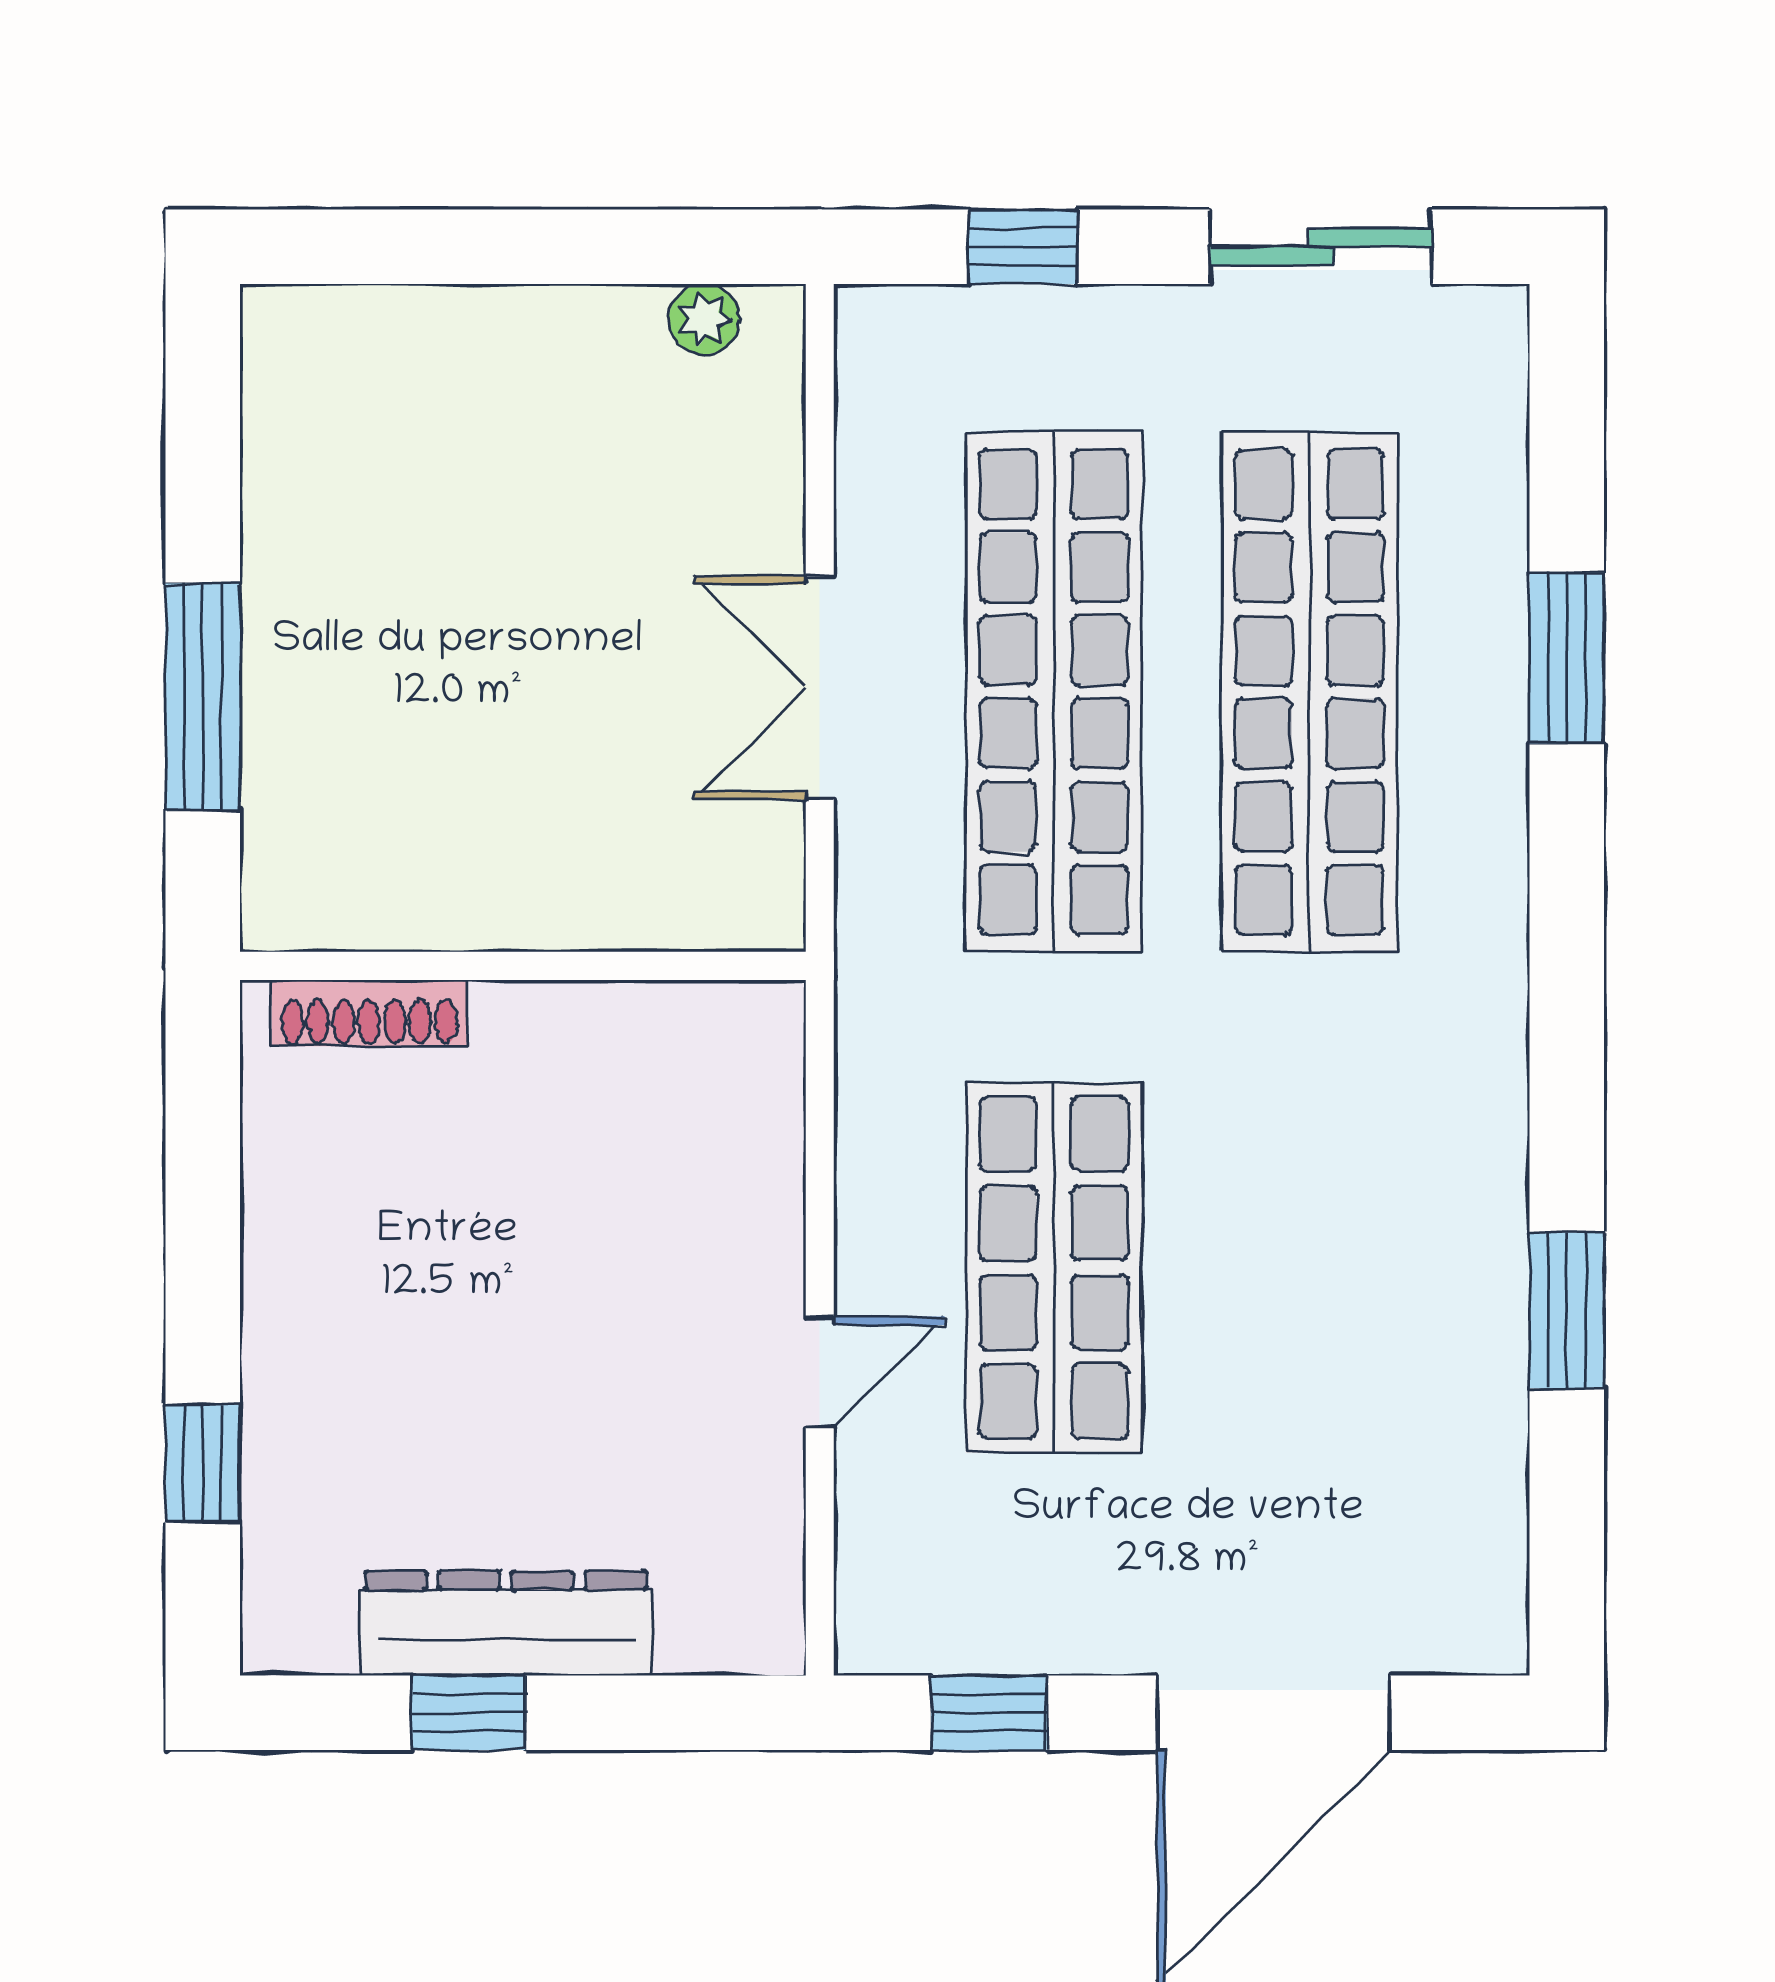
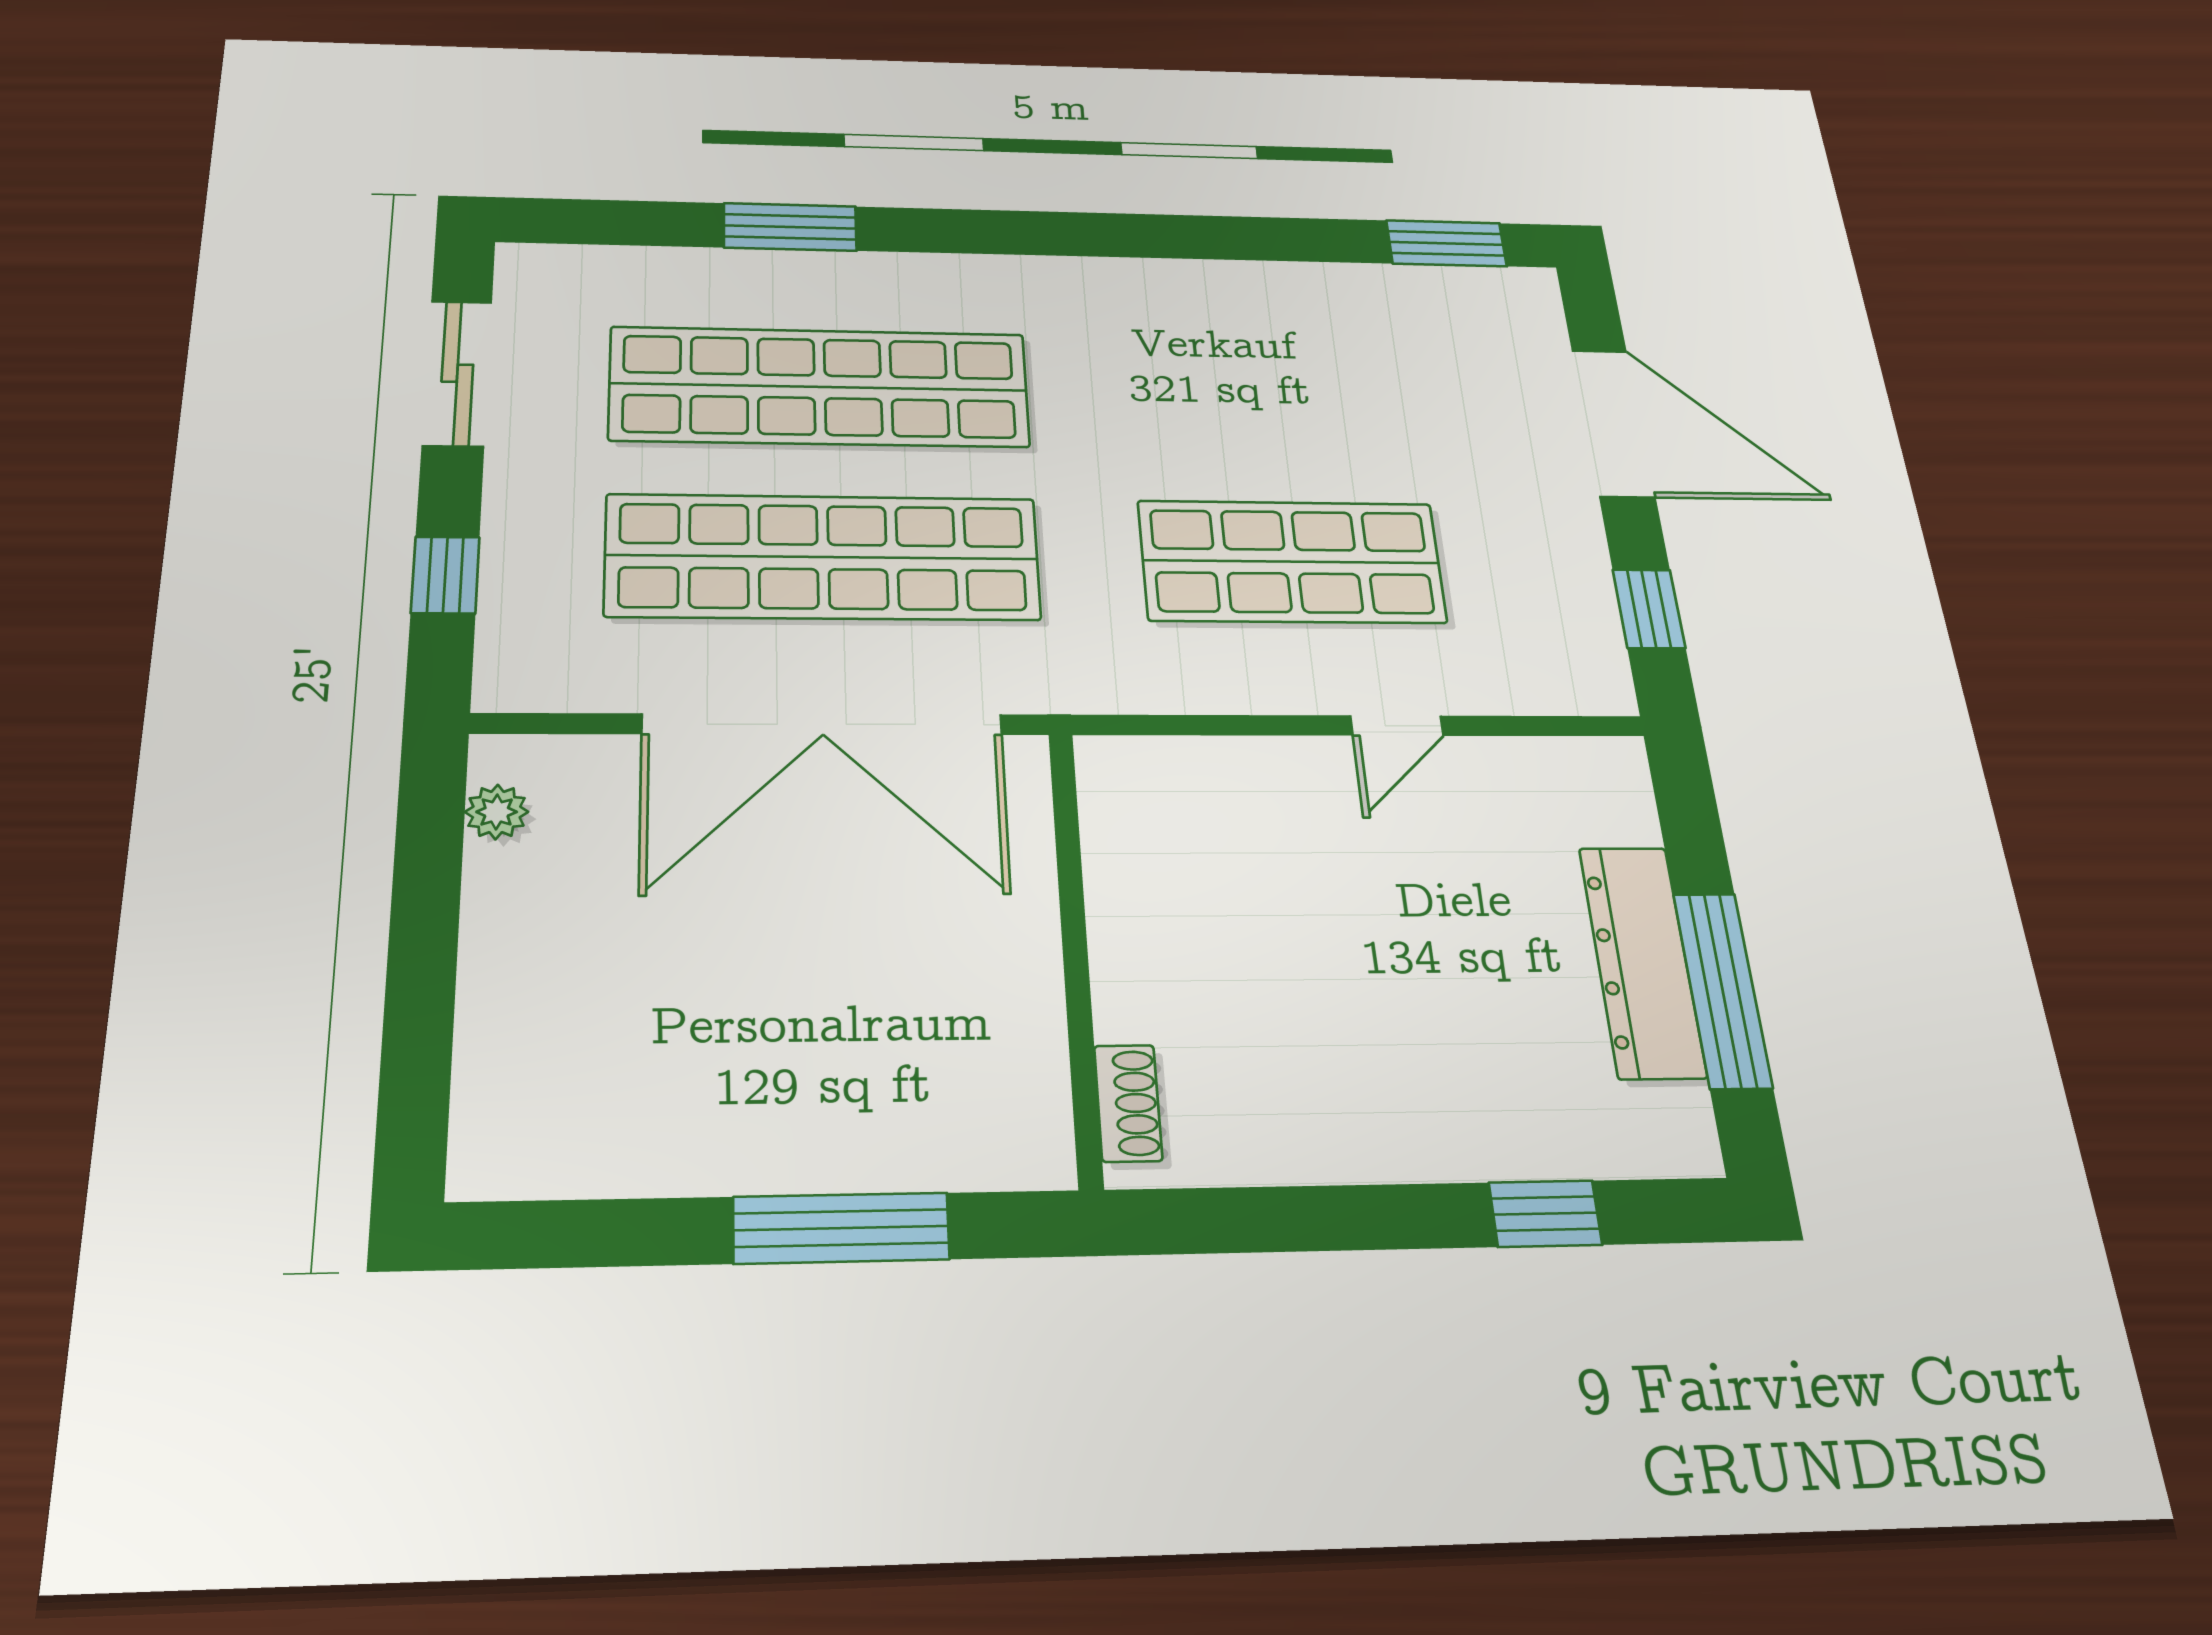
double door: (820, 688) -> (823, 724), width x1.87
shoe rack: (369, 1013) -> (1128, 1103), width x0.70
window: (1567, 1310) -> (1446, 243), moved
door: (820, 1372) -> (1397, 726), swing flipped
window: (469, 1713) -> (1722, 990), width x2.17

